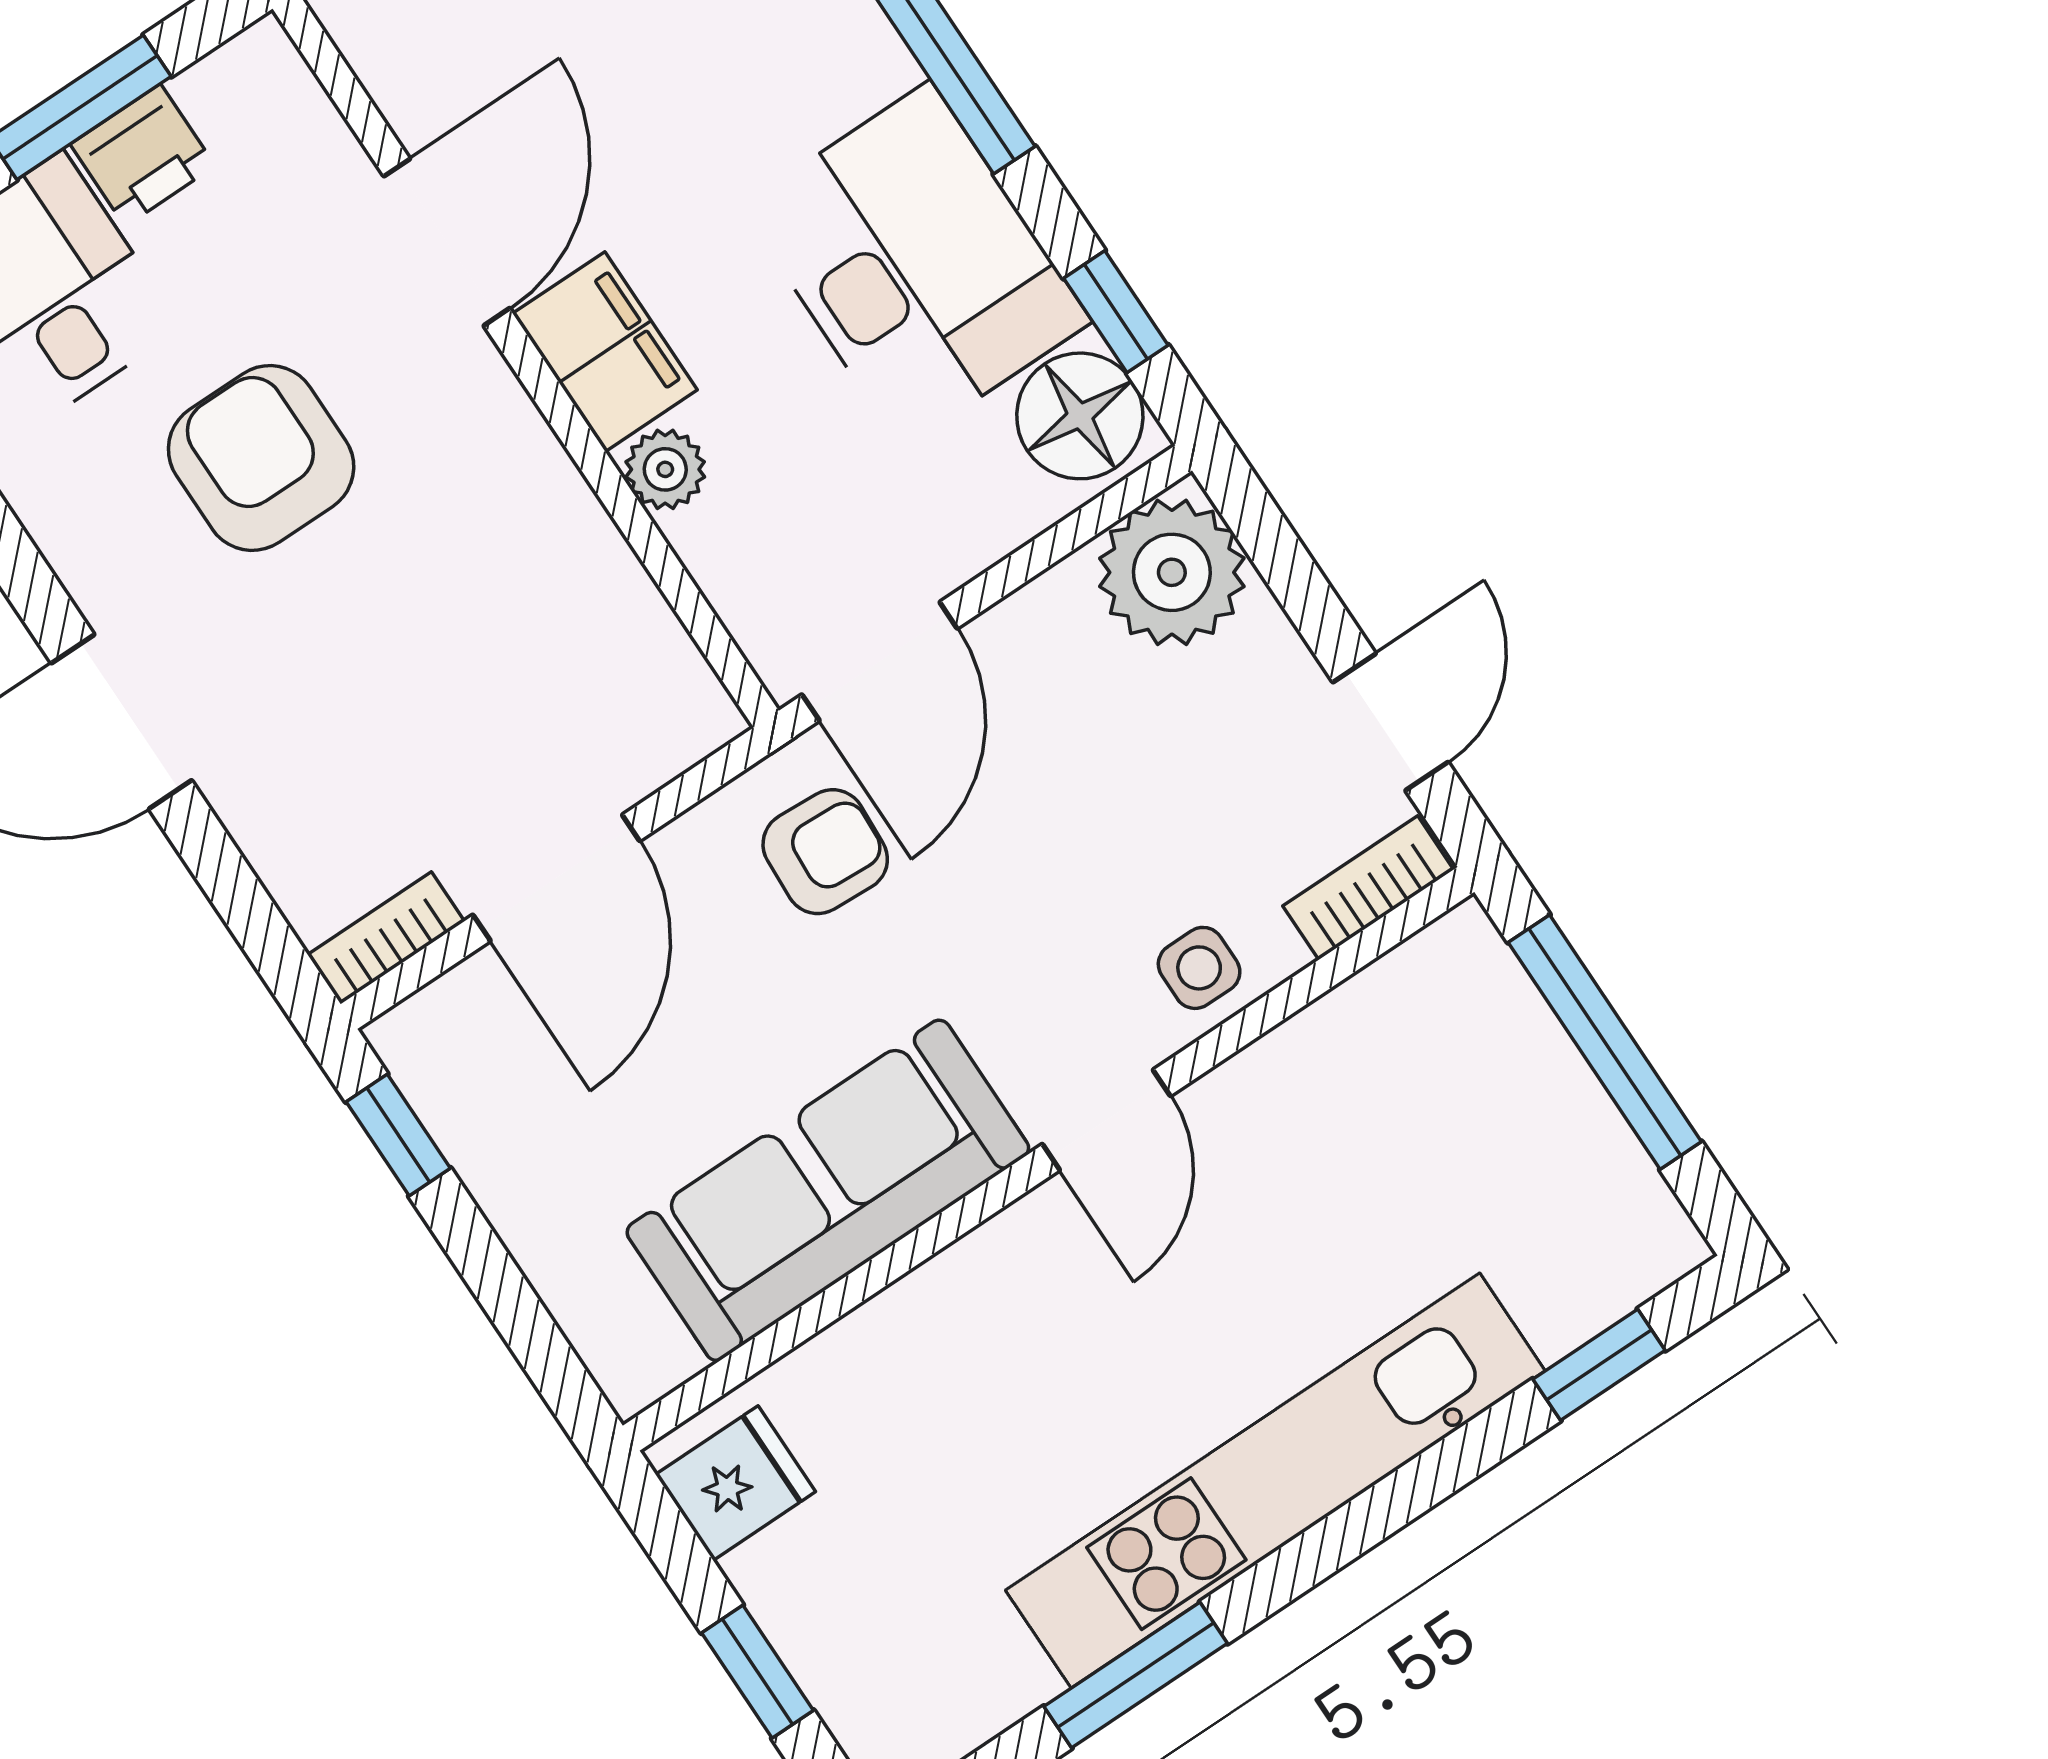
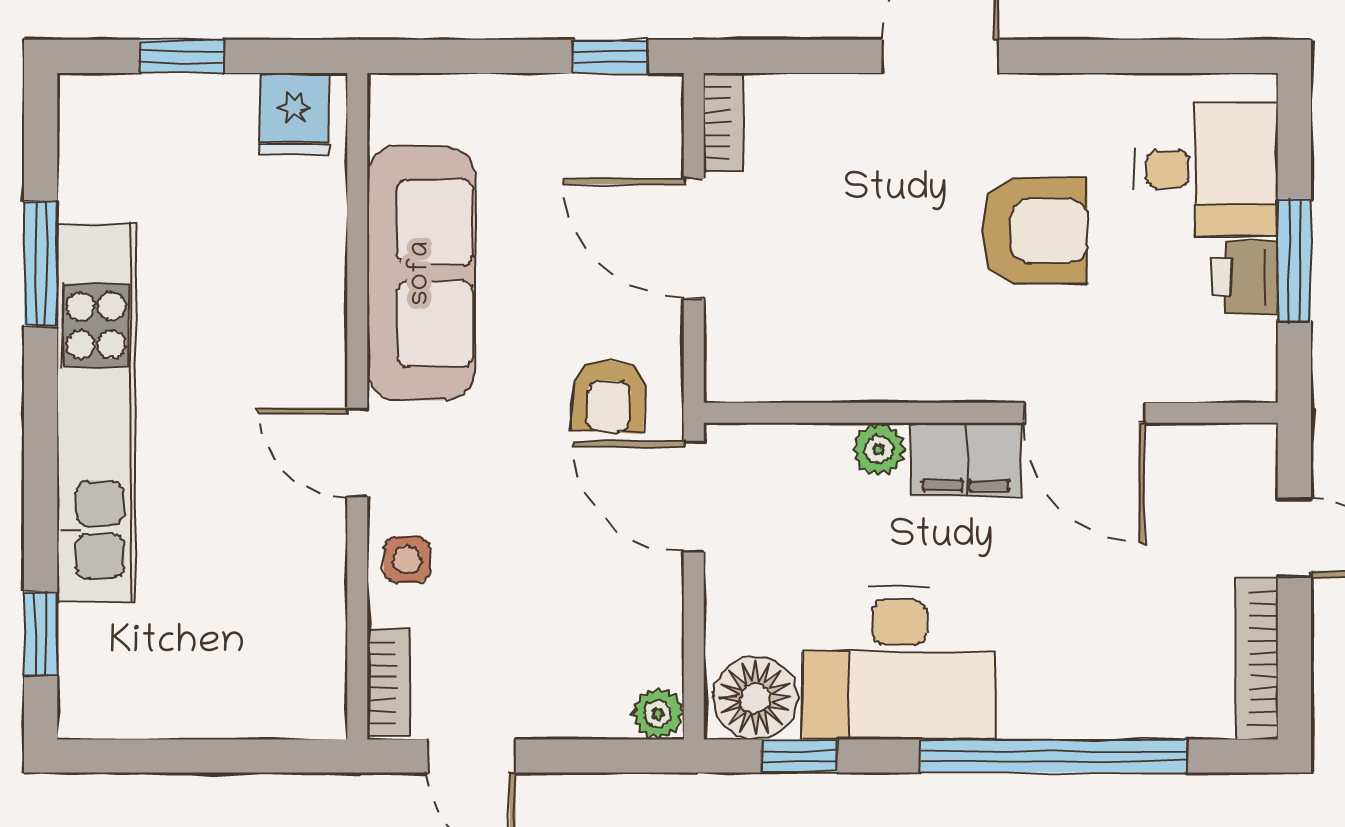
plant: (1172, 572) -> (658, 713), width x0.53, depth x0.53
window: (1605, 1042) -> (216, 756), removed

